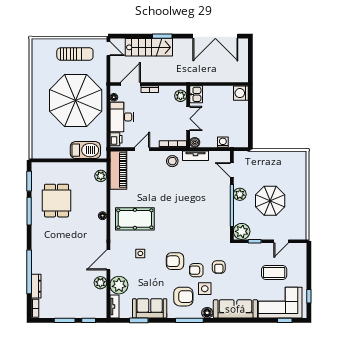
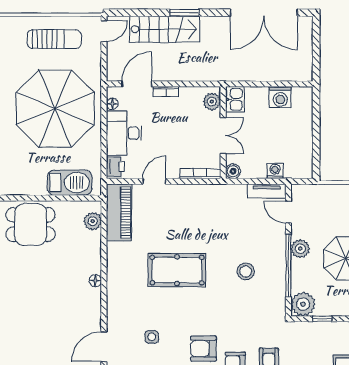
door: (108, 49) -> (104, 31), hinge flipped
washing machine: (241, 93) -> (280, 97), moved, turned -90
tv unit: (196, 156) -> (267, 191), moved
stool: (172, 161) -> (246, 271), moved
dining table: (56, 201) -> (31, 224), moved, turned 90
pool table: (135, 219) -> (177, 270), moved

